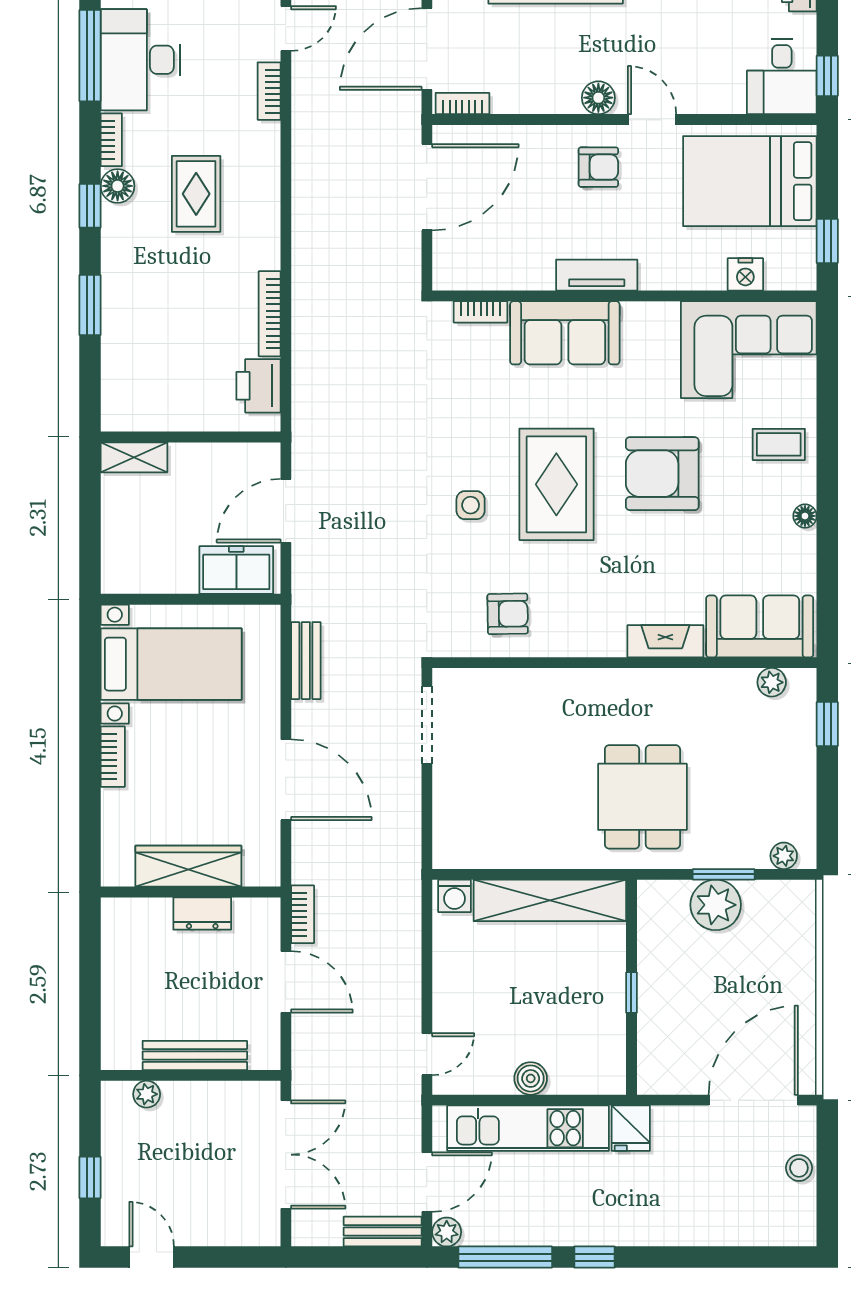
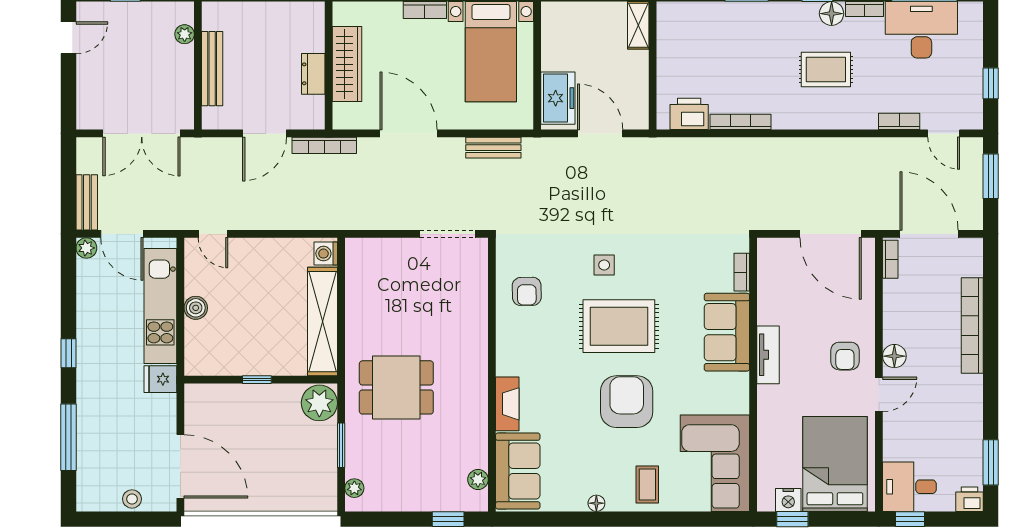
nightstand: (745, 274) -> (788, 500), moved, turned -90
door: (286, 780) -> (408, 133), swing flipped
plant: (716, 905) -> (319, 403), moved
bookcase: (303, 914) -> (324, 145), width x1.56
window: (505, 1257) -> (68, 437), moved

